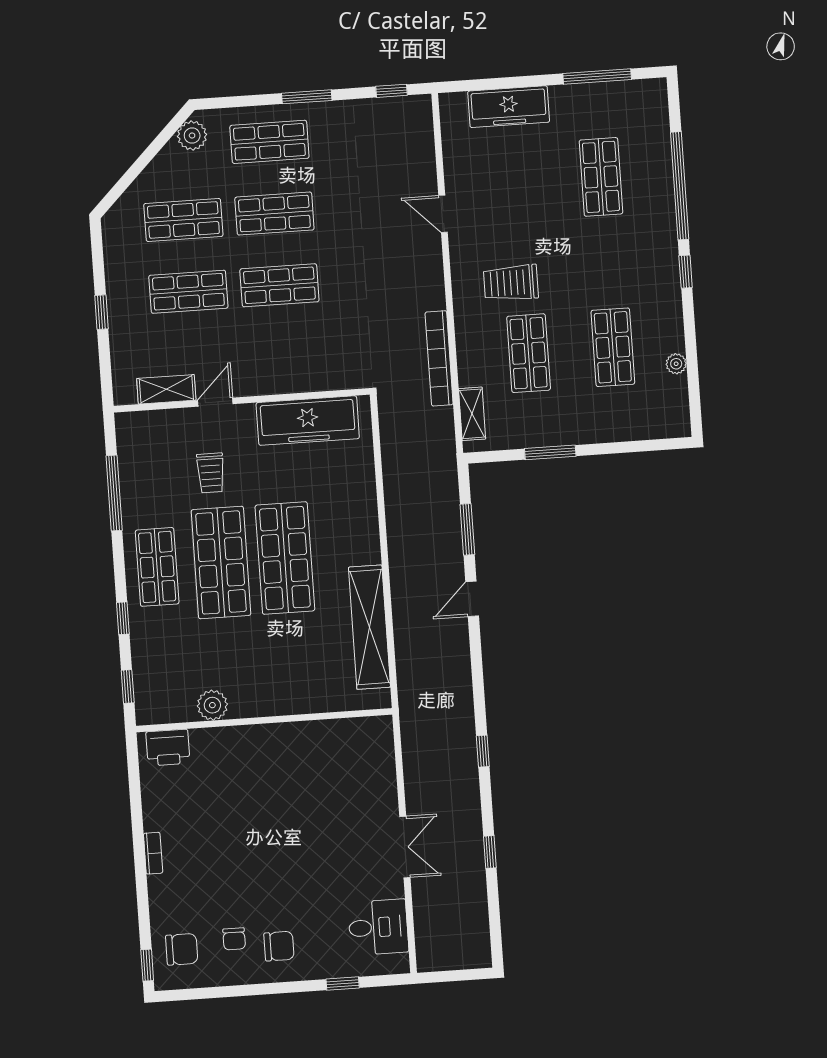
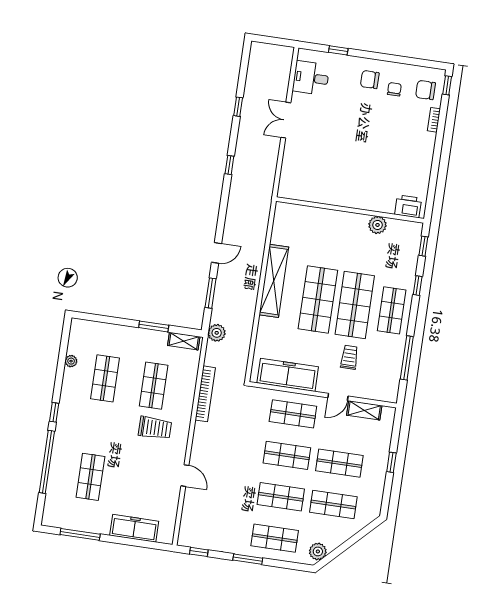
shop shelf: (284, 357) -> (293, 414), added
shelving: (472, 414) -> (184, 341), moved, turned 90
plant: (442, 465) -> (217, 333), added
shelving: (369, 627) -> (274, 281), moved
bookcase: (153, 853) -> (434, 120), moved

